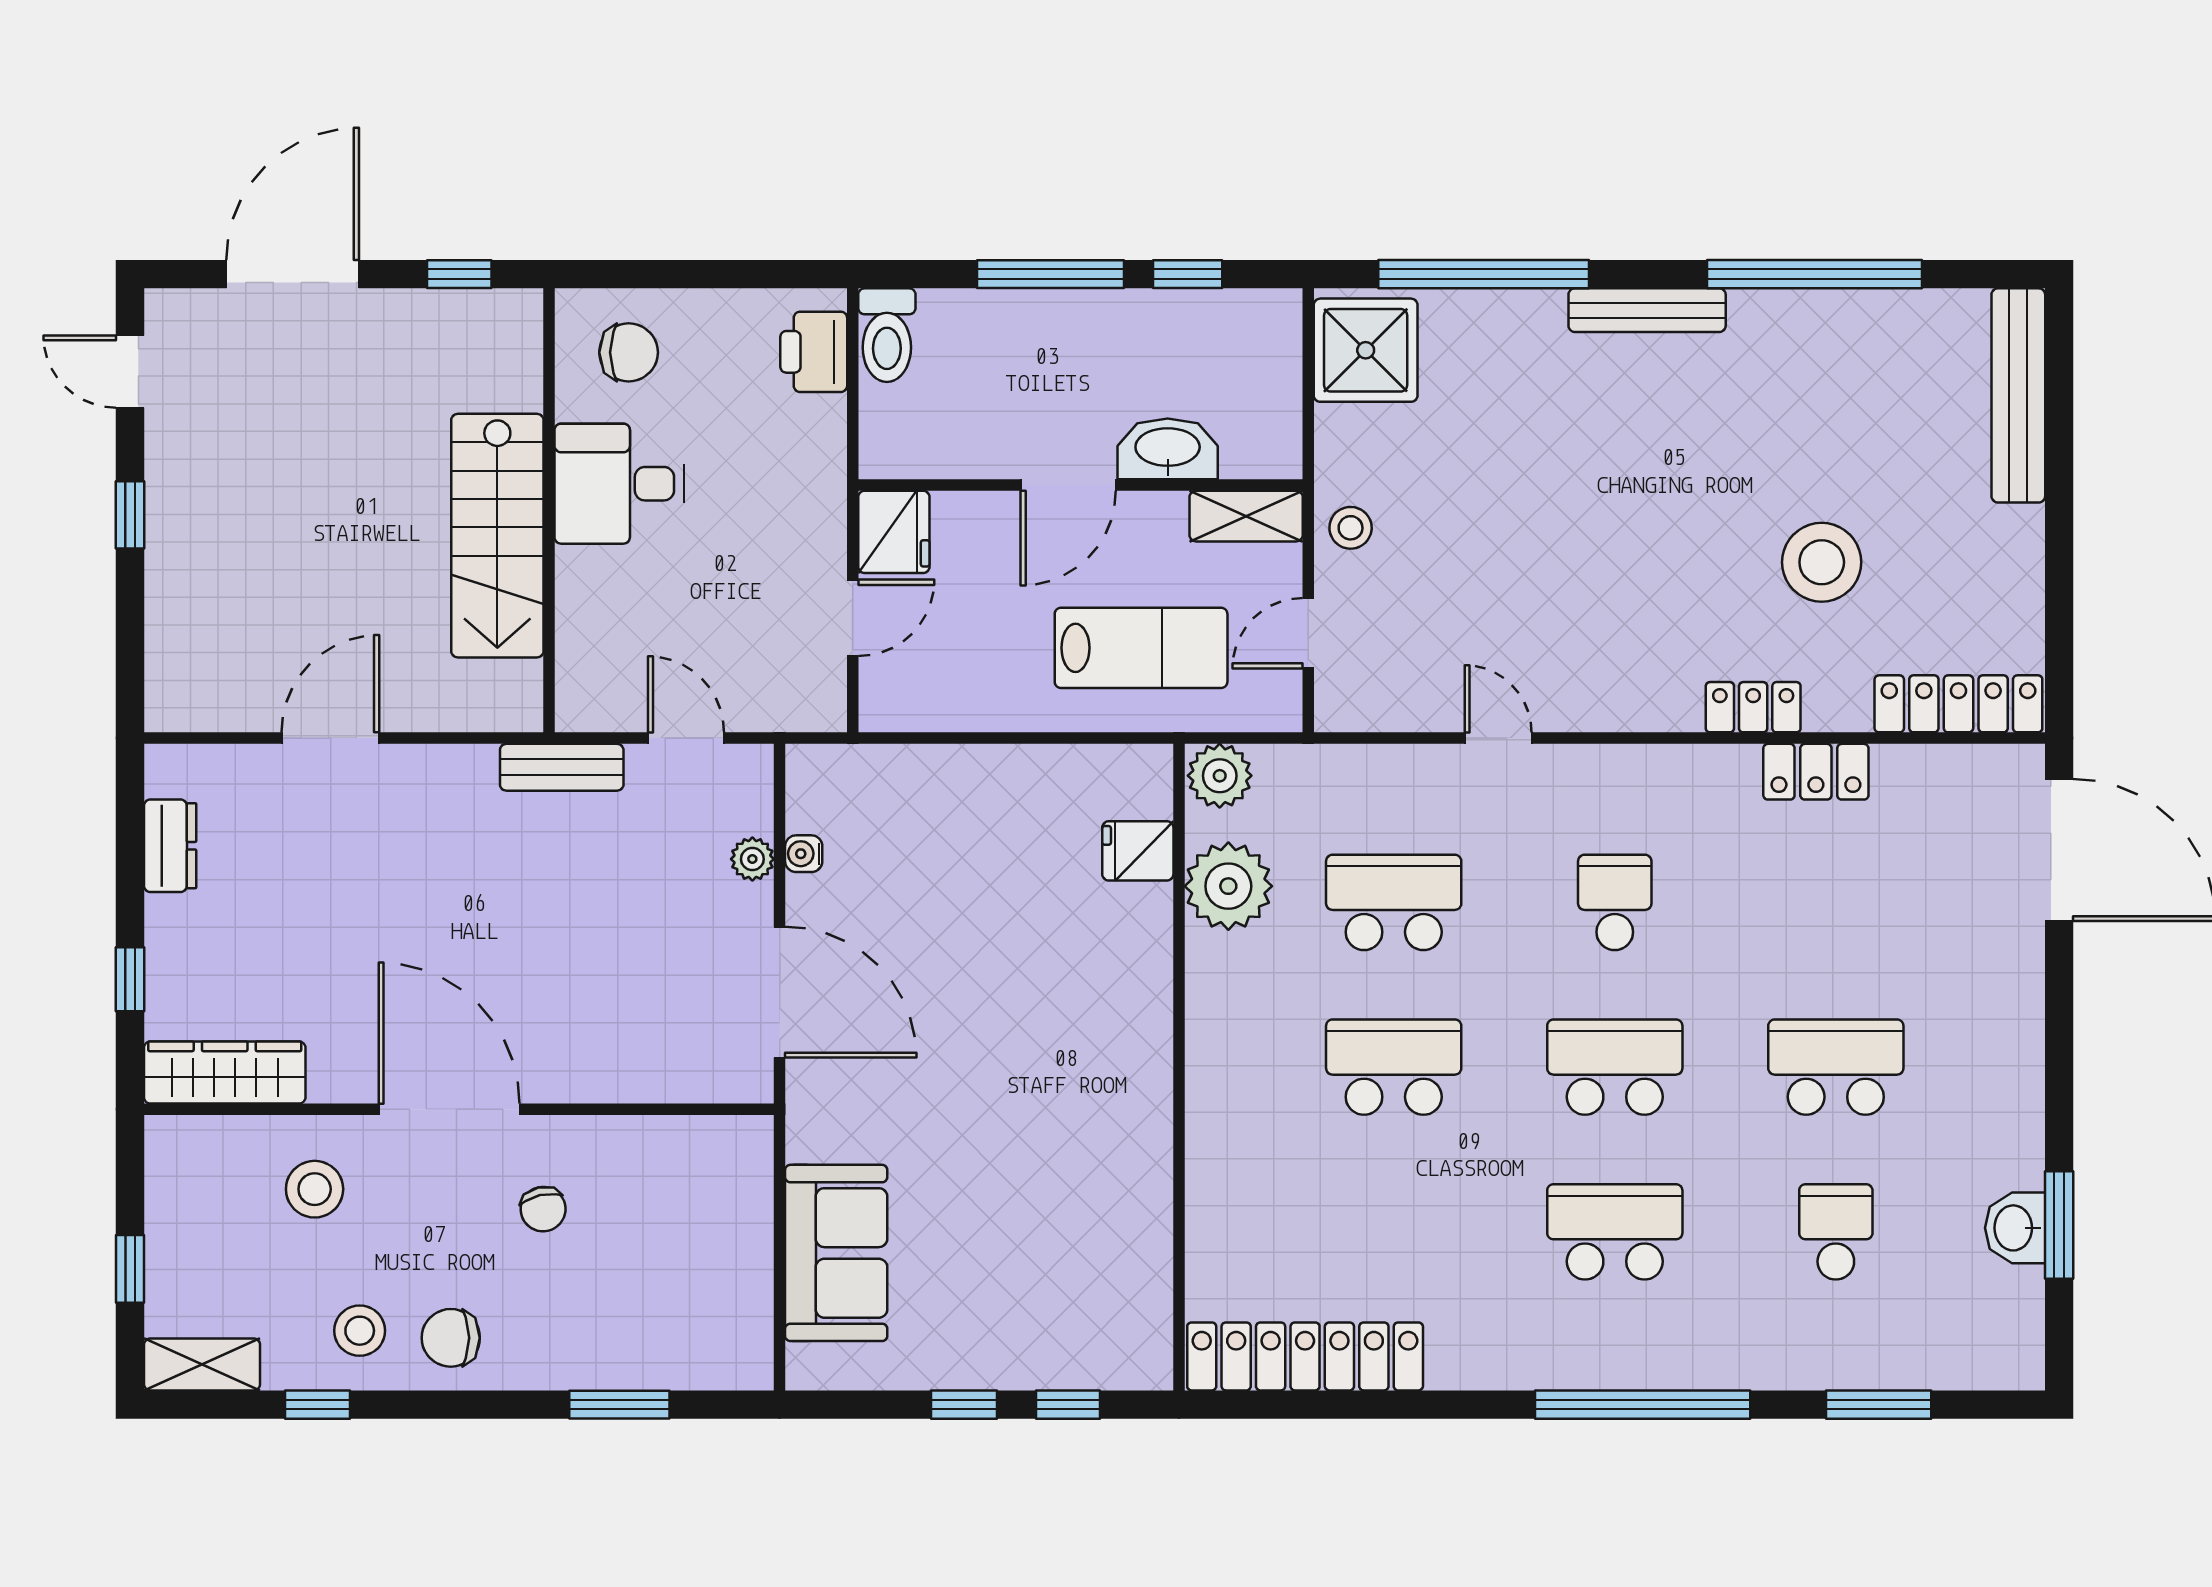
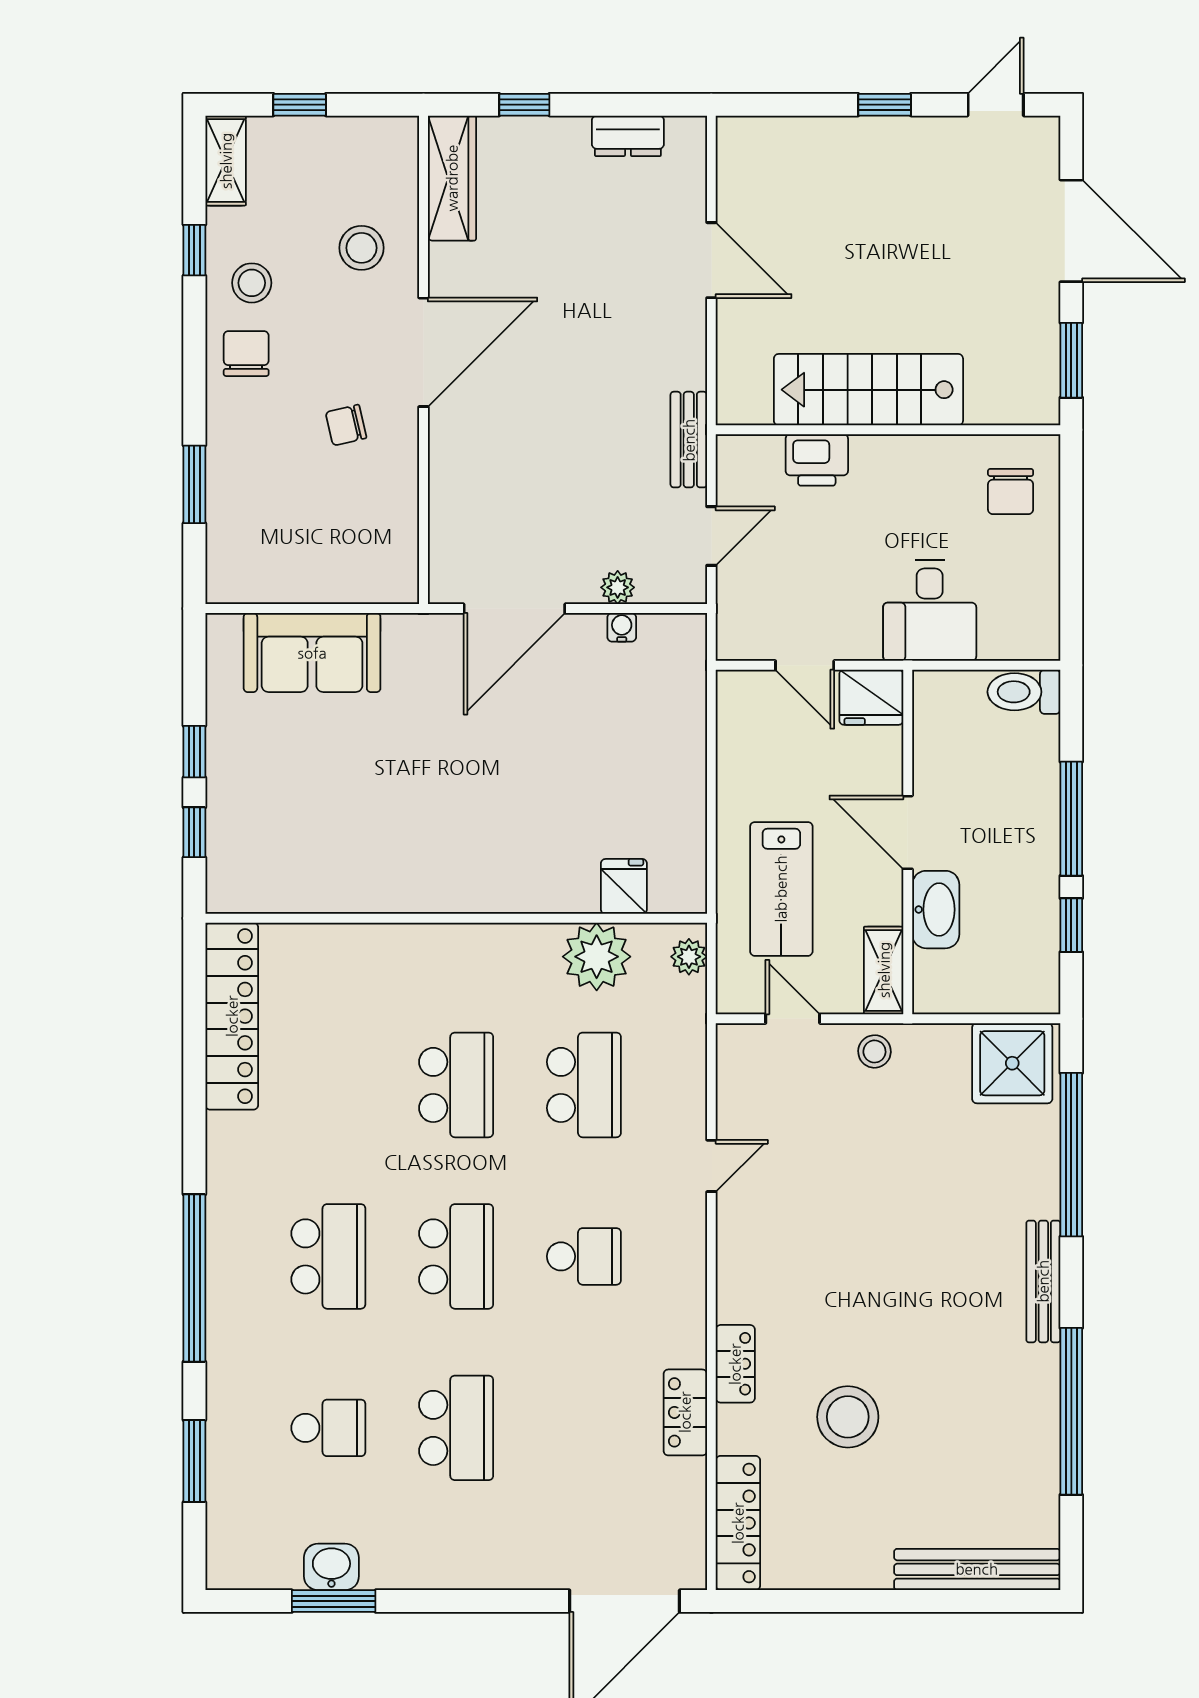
window: (459, 274) -> (1071, 360), width x1.50
printer: (814, 352) -> (817, 460), moved, turned 180
desk: (619, 484) -> (930, 611), moved, turned 180
plant: (1220, 776) -> (689, 957), width x0.73, depth x0.73

